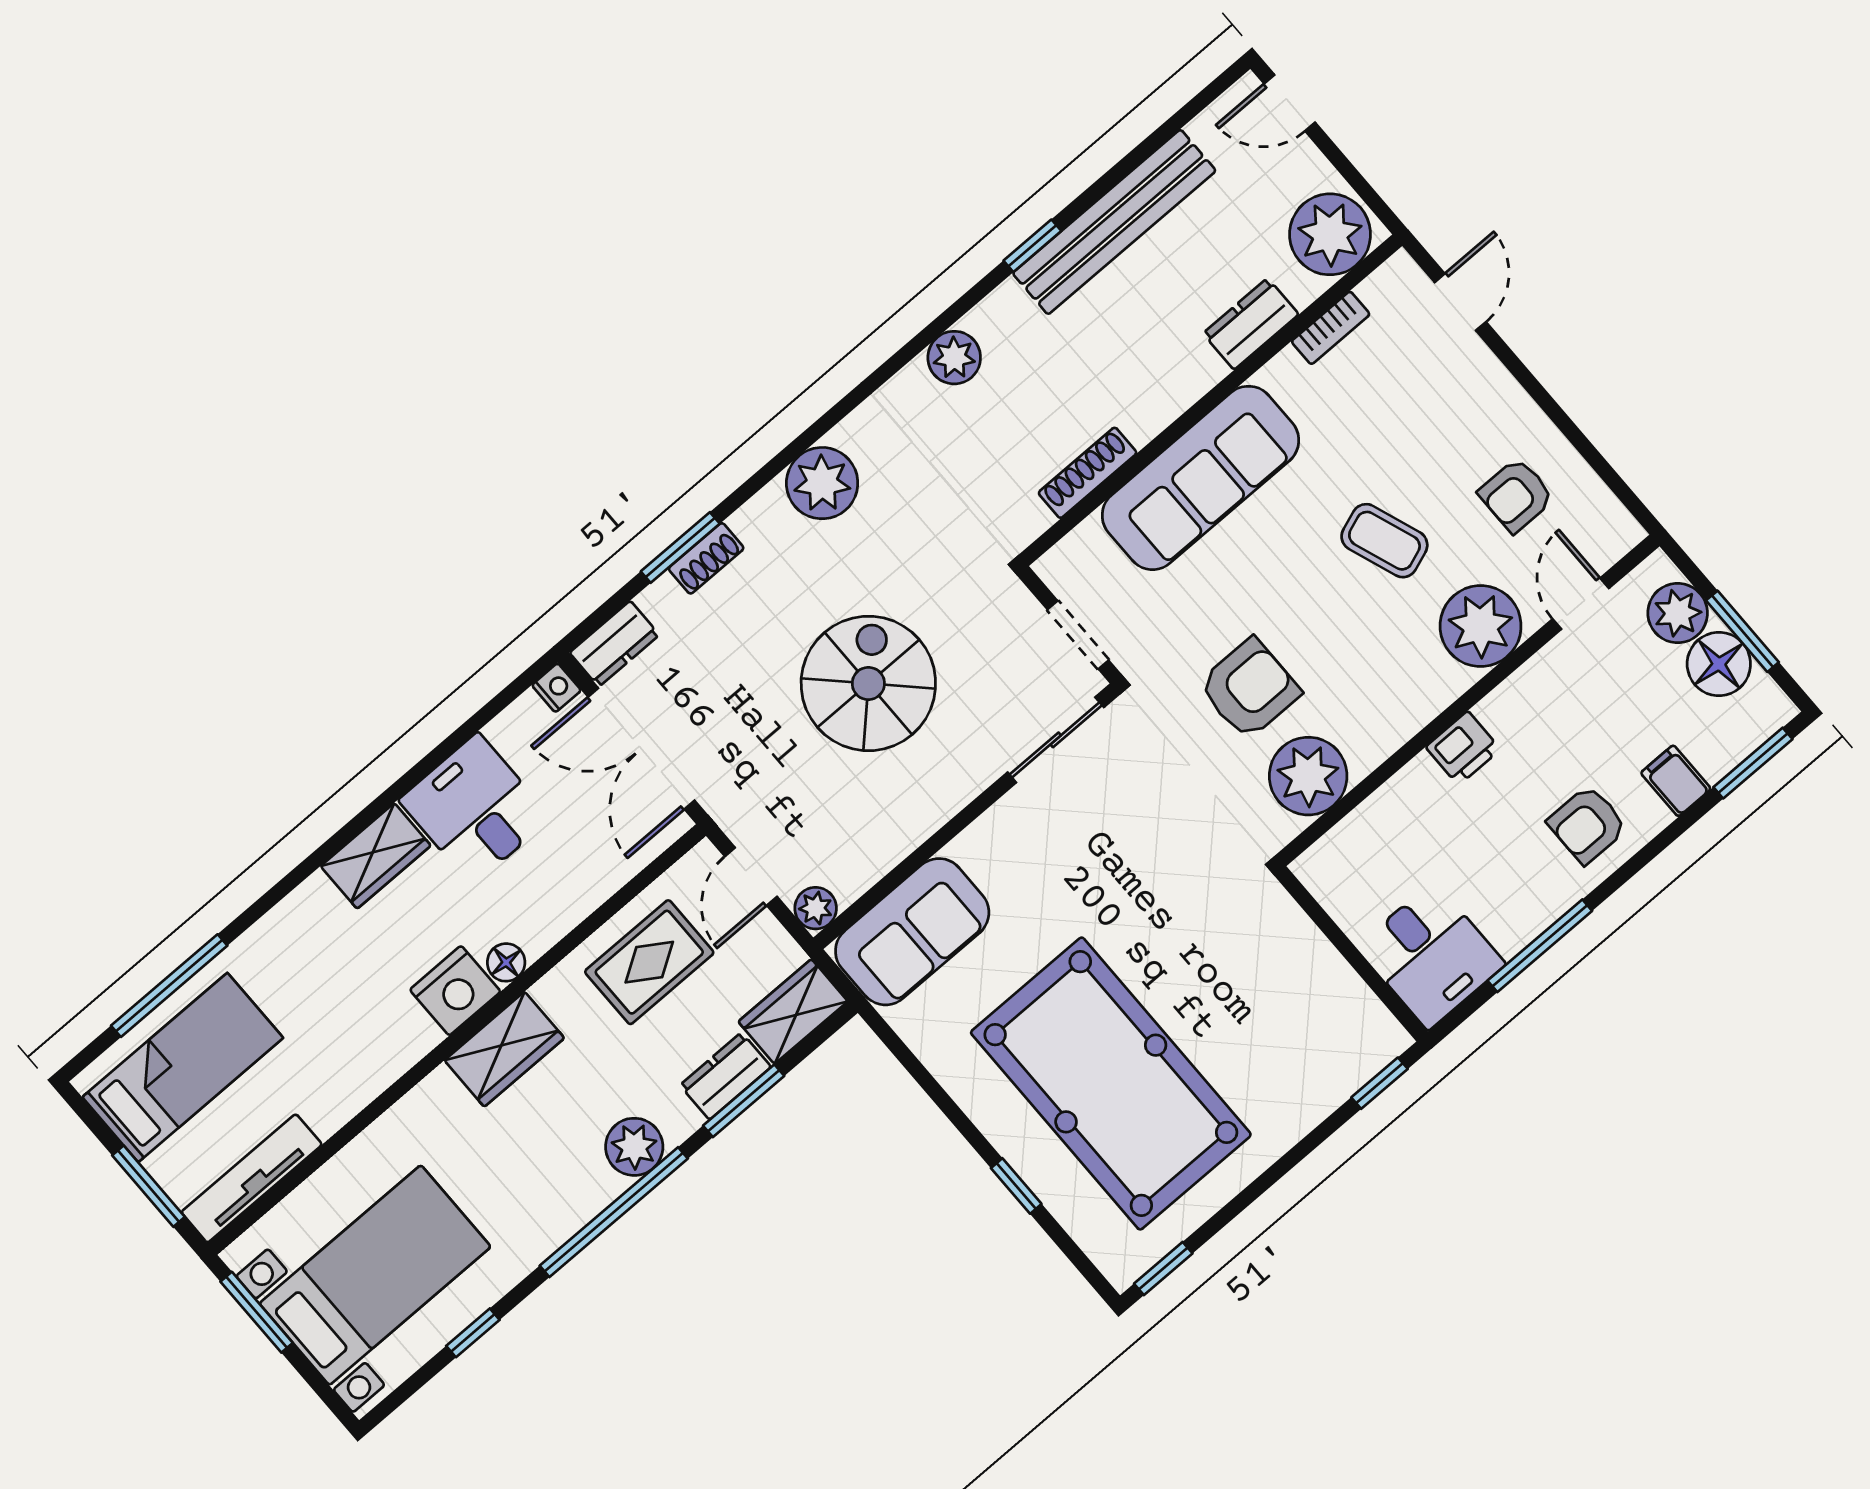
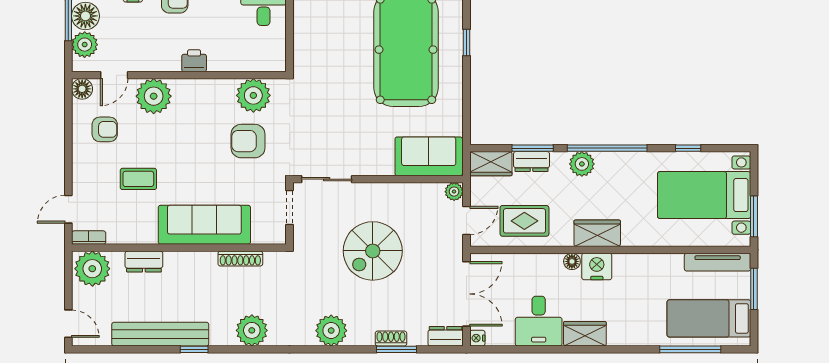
bookcase: (1331, 328) -> (89, 238), moved
plant: (954, 358) -> (252, 330), width x1.36, depth x1.36
floor lamp: (1616, 532) -> (82, 89), added
coffee table: (1384, 541) -> (138, 179), moved, turned -70

